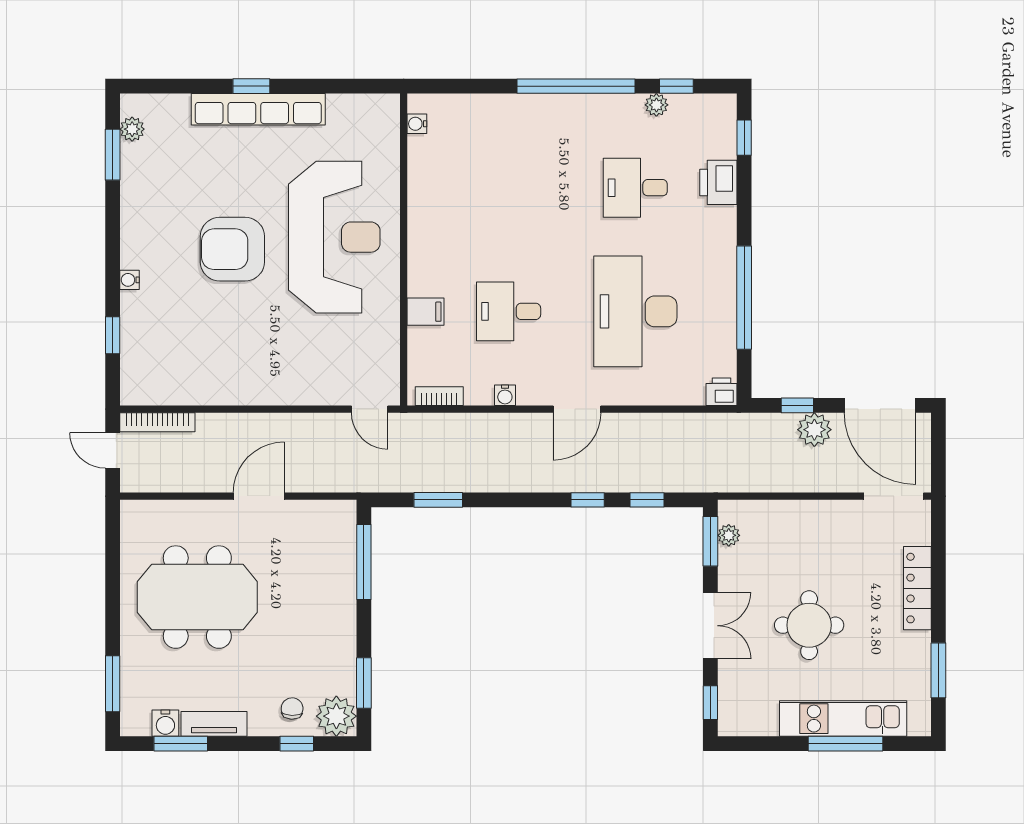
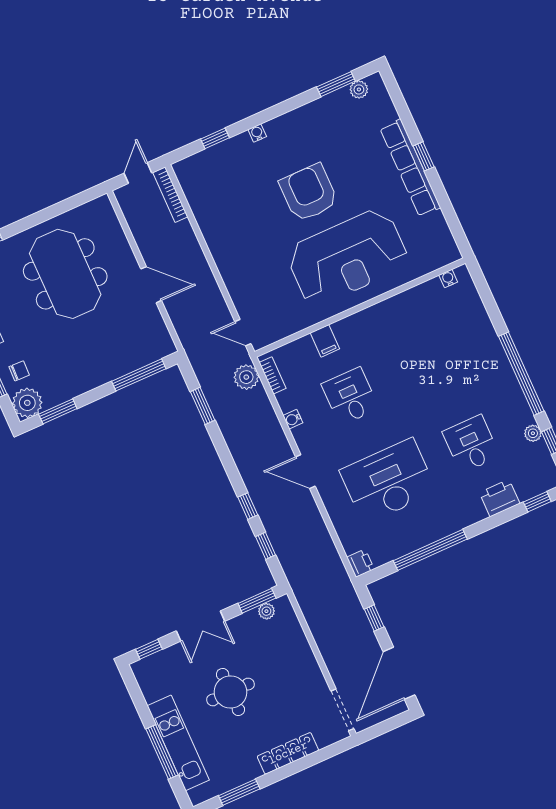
door: (370, 409) -> (243, 333), hinge flipped
plant: (814, 430) -> (246, 377), moved

